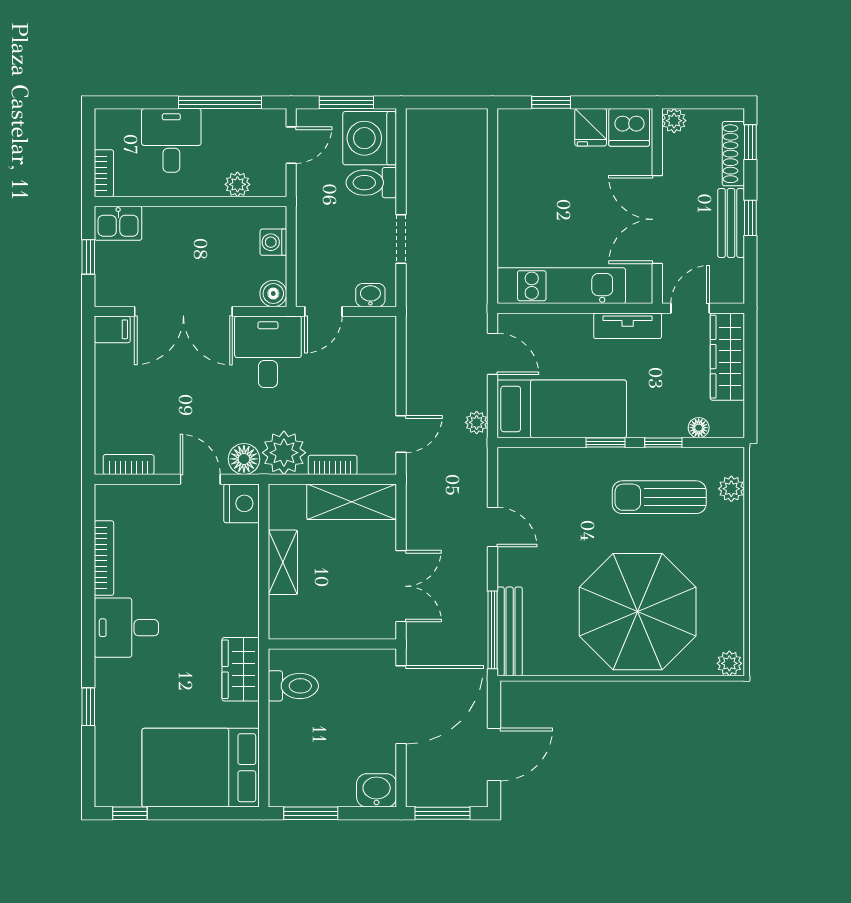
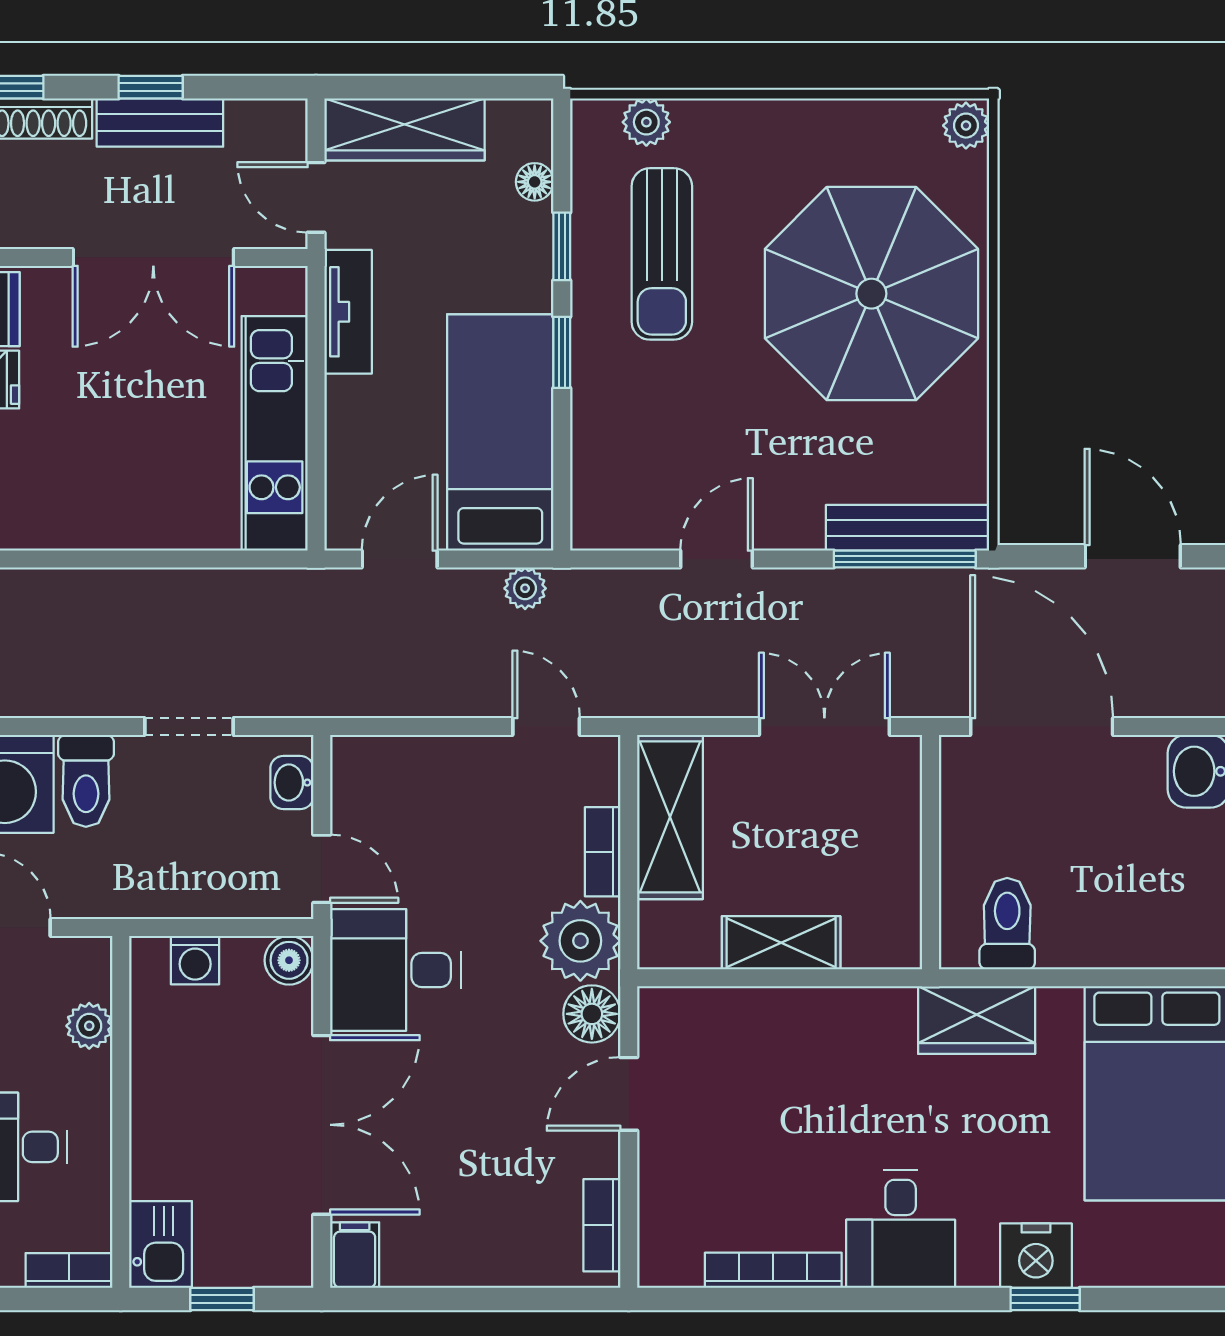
nightstand: (242, 503) -> (1036, 1256), moved, turned 180

